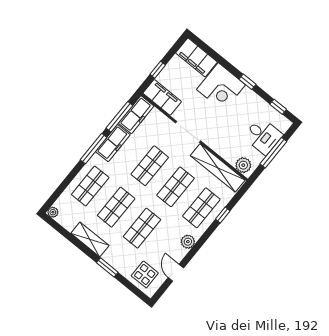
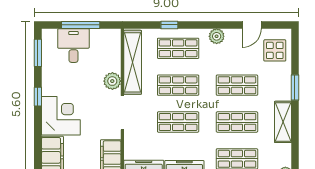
window: (278, 107) -> (38, 53), width x1.50
plant: (243, 165) -> (112, 81), moved

